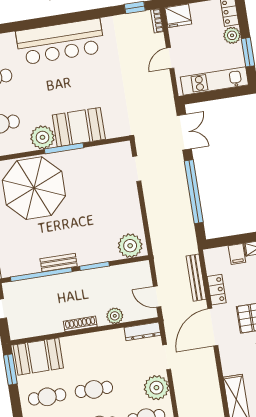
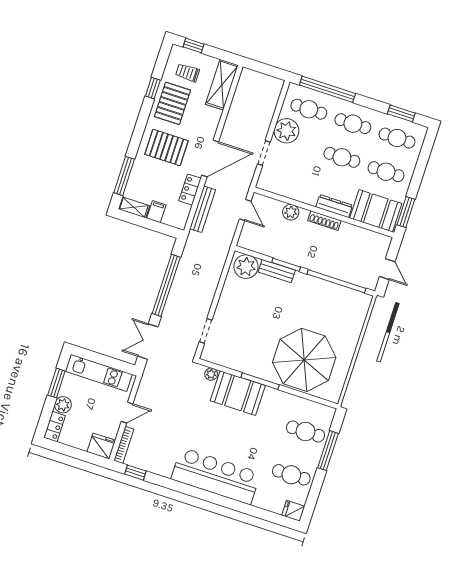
bookcase: (157, 21) -> (124, 445), width x1.56
plant: (42, 137) -> (211, 374), moved, width x0.53, depth x0.53
bench: (59, 262) -> (277, 271), moved
dresser: (142, 331) -> (334, 206), moved

